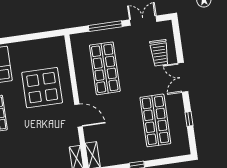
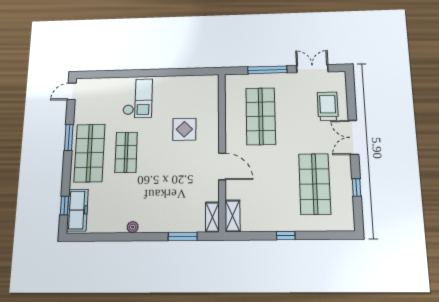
trolley: (159, 53) -> (328, 106), turned 180
display table: (42, 88) -> (184, 129), width x0.54, depth x0.54

